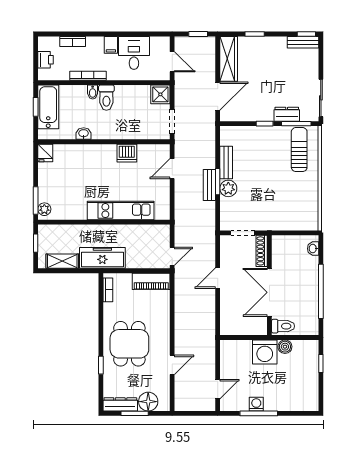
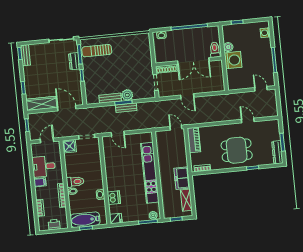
dishwasher: (127, 153) -> (114, 198), moved
kitchen unit: (121, 211) -> (150, 173), width x1.36
freezer: (102, 258) -> (182, 178), width x0.71
floor lamp: (148, 402) -> (274, 134), removed
washing machine: (256, 404) -> (265, 33), moved

